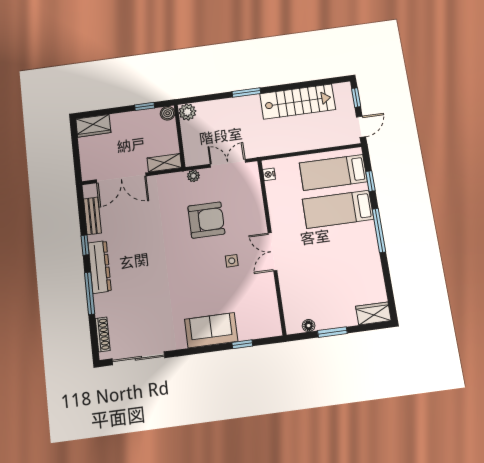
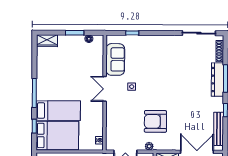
bed: (333, 172) -> (57, 136), width x1.50
bench: (92, 216) -> (219, 129), width x1.36
armchair: (206, 220) -> (155, 121), moved
double door: (273, 252) -> (105, 89), swing flipped
dresser: (100, 267) -> (217, 80), moved
sofa: (211, 330) -> (115, 59), moved, turned -90

